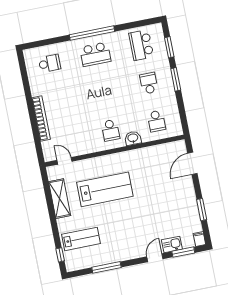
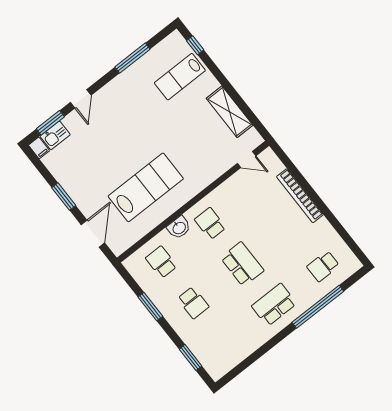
window: (92, 33) -> (318, 307), moved
school desk: (141, 45) -> (242, 264), moved
window: (176, 79) -> (150, 307), moved
lab bench: (105, 189) -> (146, 187), moved, turned 180
window: (202, 210) -> (64, 197), moved
kitchen sink: (172, 244) -> (55, 135), moved

